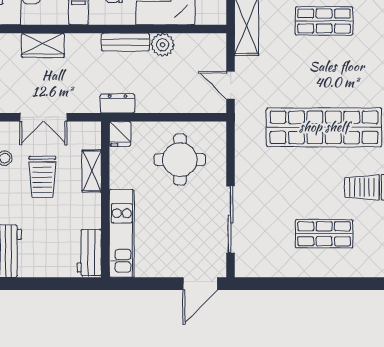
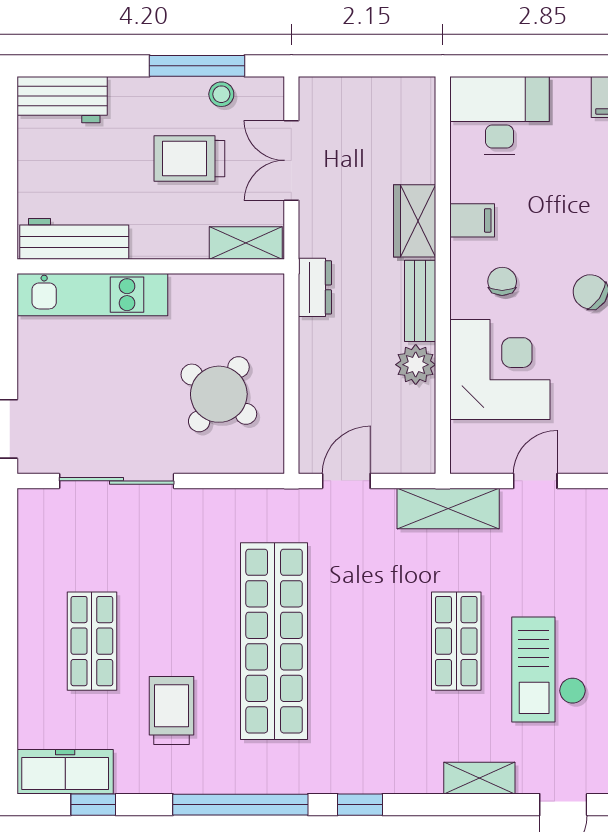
wardrobe: (43, 45) -> (415, 221), moved
fridge: (120, 134) -> (263, 291), removed
round table: (180, 160) -> (219, 394), turned 36
shelving: (92, 171) -> (246, 243), moved
workbench: (89, 253) -> (74, 239), width x1.38

